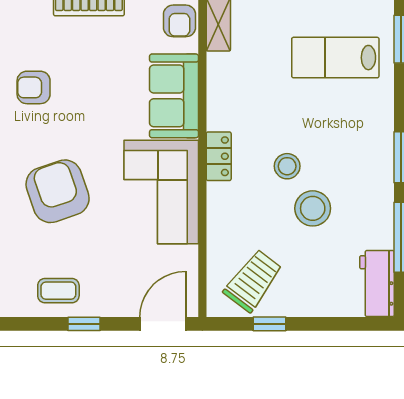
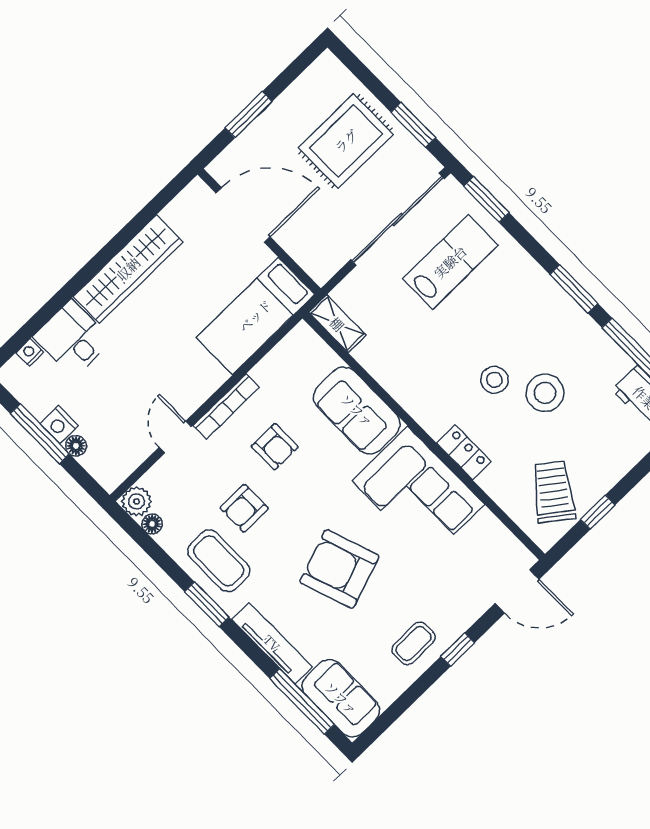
armchair: (179, 21) -> (275, 447), moved
lab bench: (335, 58) -> (450, 262), turned 180
locker: (219, 156) -> (464, 452), moved
door: (163, 324) -> (517, 591), swing flipped

